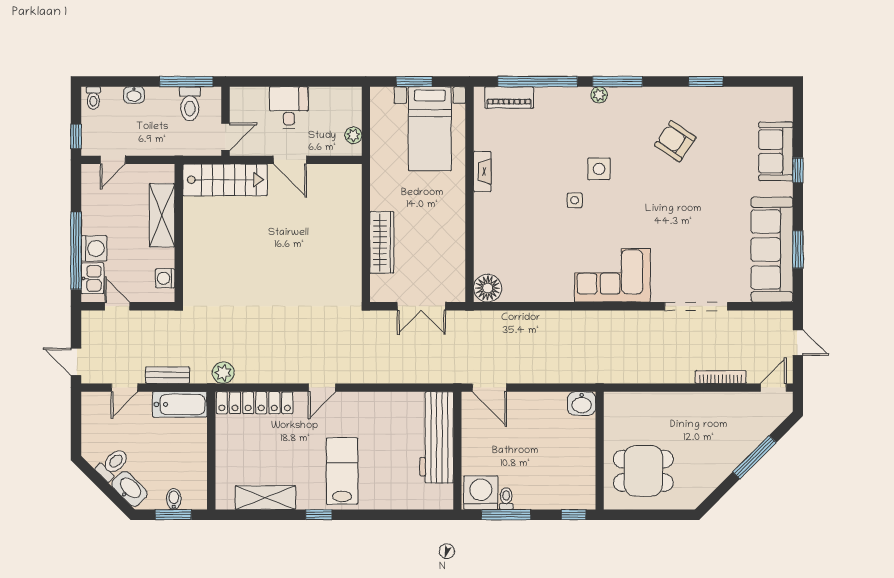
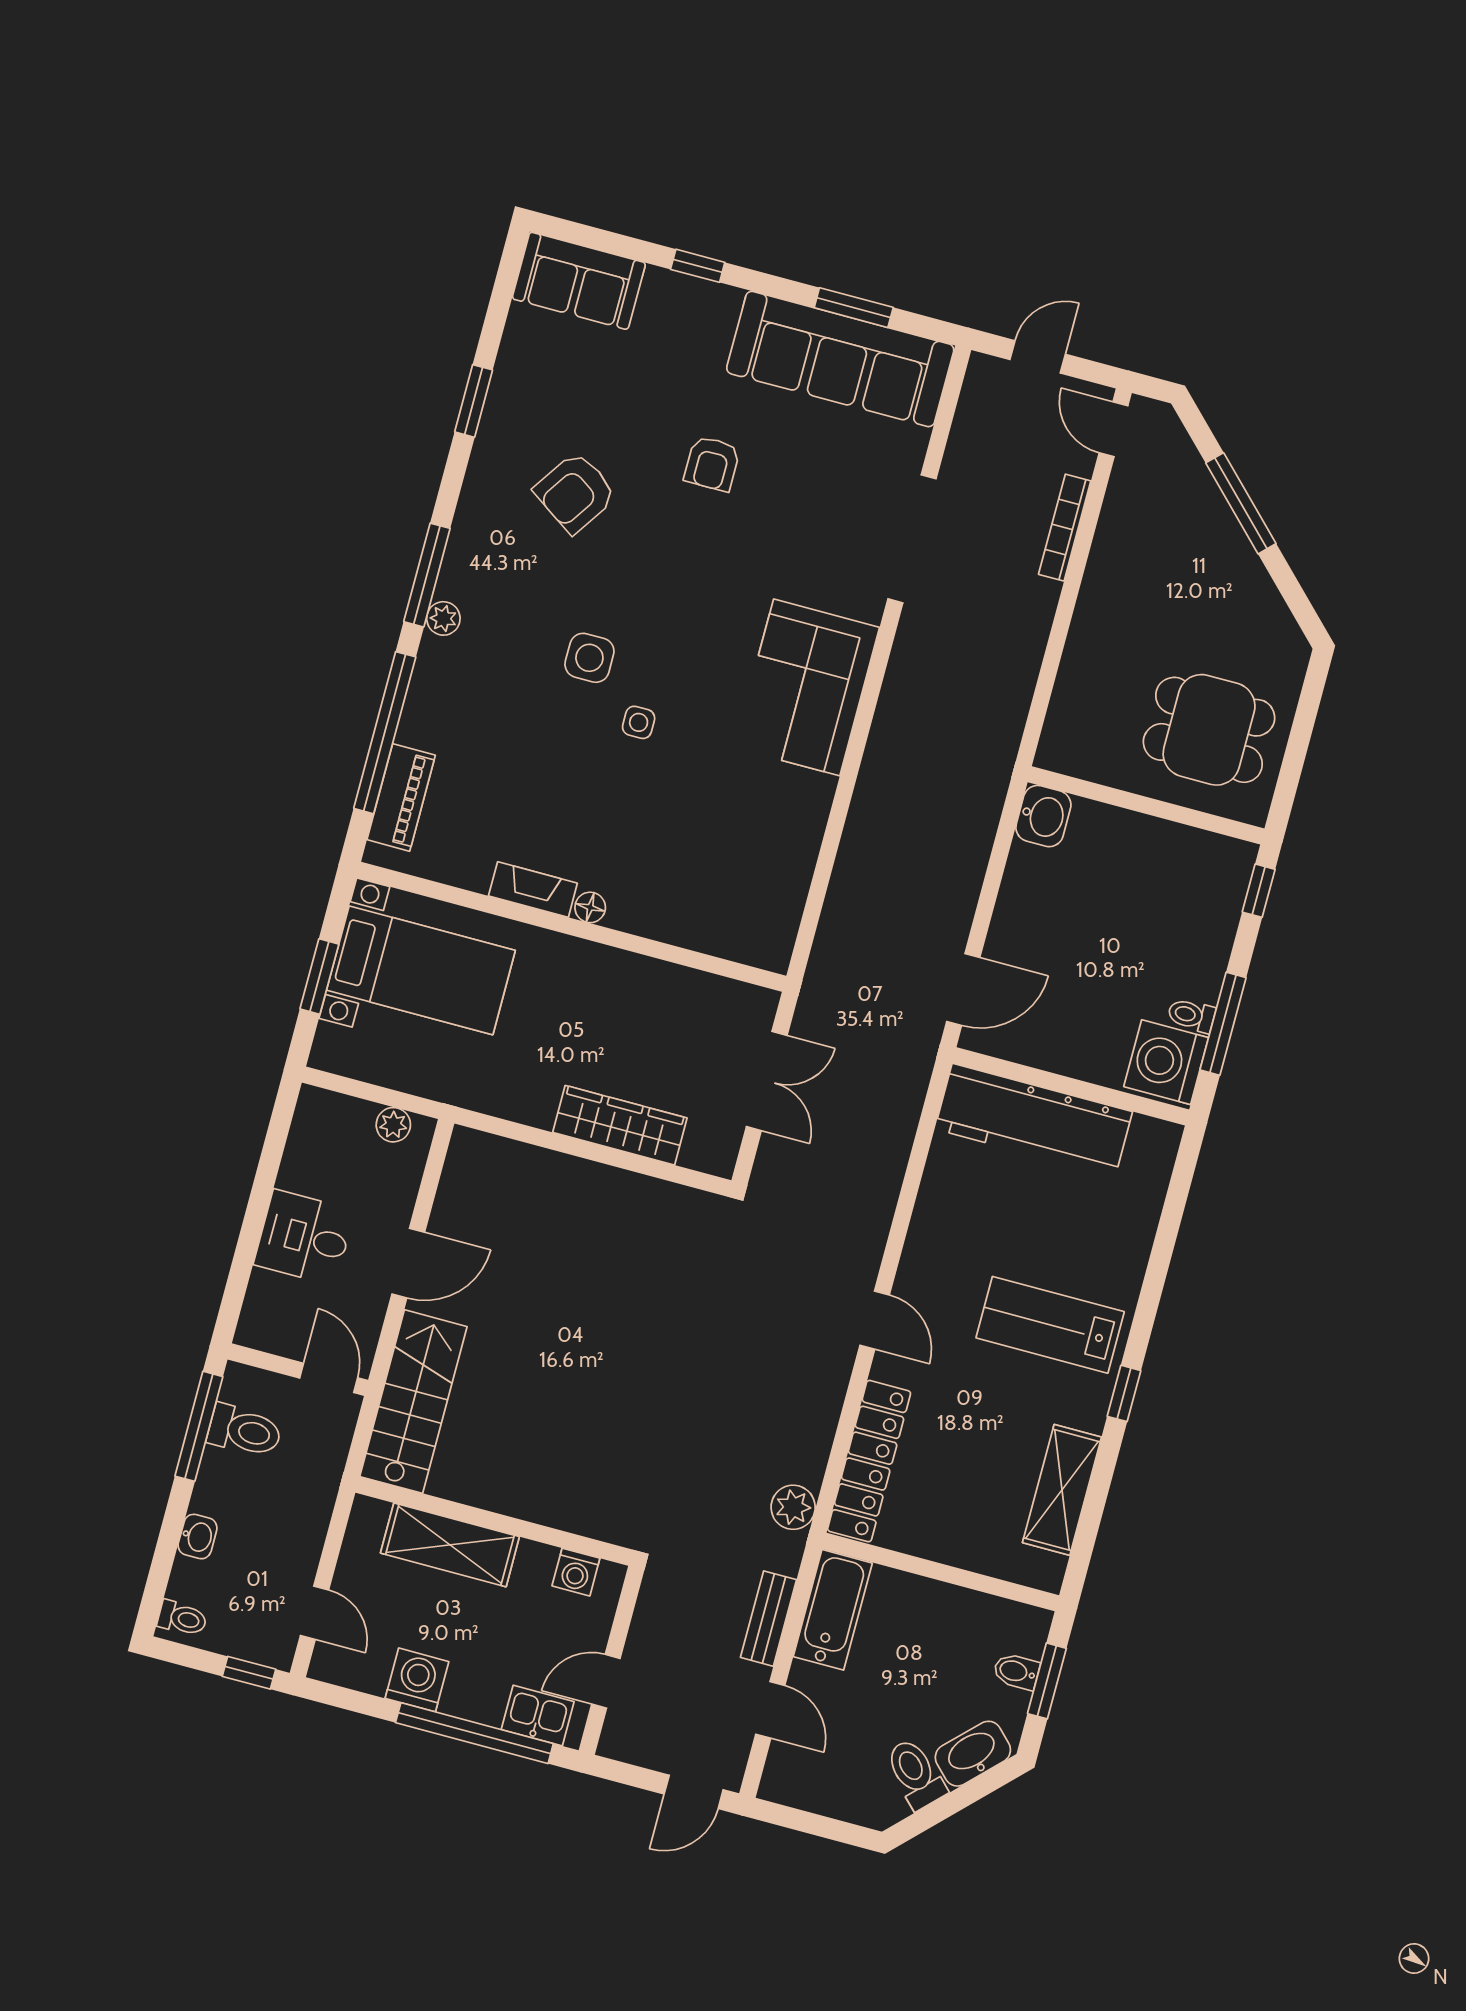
sofa: (776, 151) -> (579, 281), moved
armchair: (706, 202) -> (712, 464), added
washing machine: (94, 248) -> (417, 1680), moved
floor lamp: (488, 288) -> (590, 907), moved, width x0.53, depth x0.53
dining table: (643, 471) -> (1209, 730), turned 90

